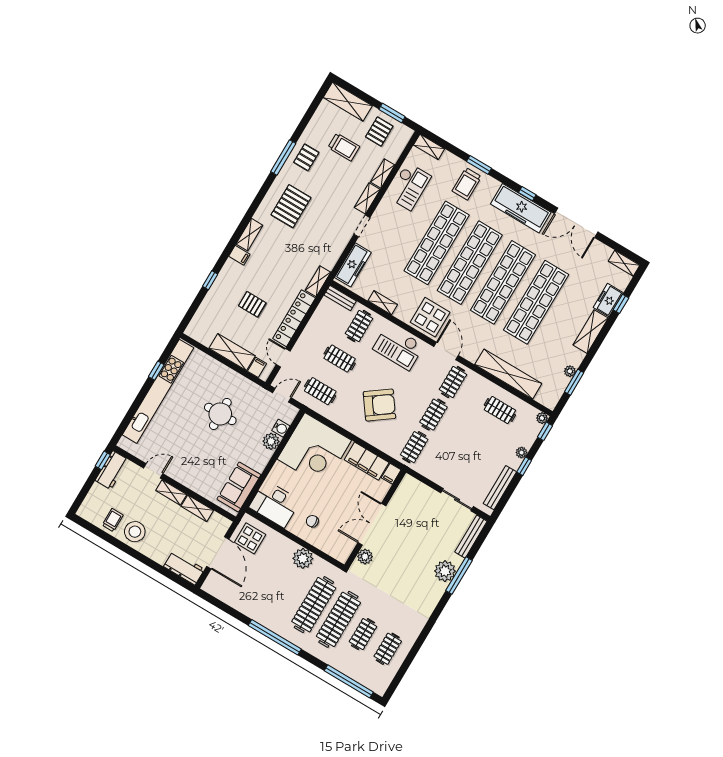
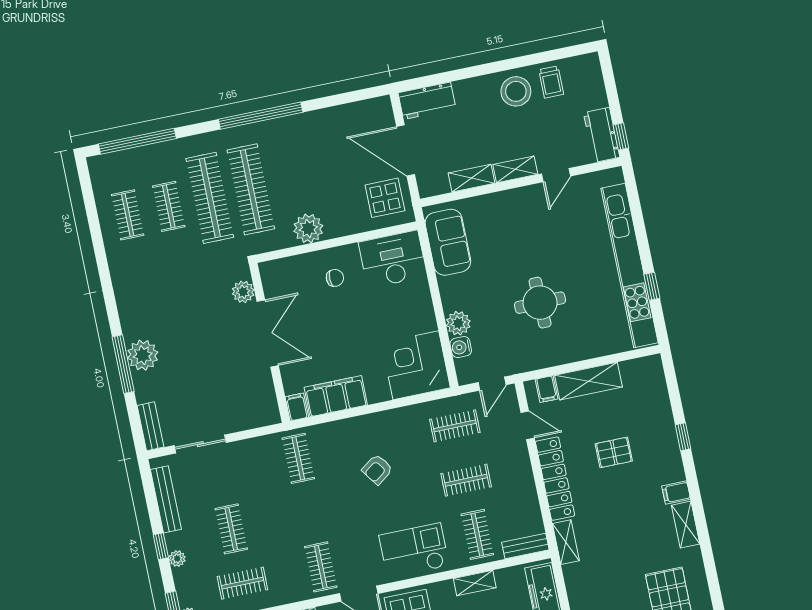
armchair: (379, 405) -> (377, 469), width x0.53, depth x0.53
clothes rail: (434, 415) -> (231, 529), moved
corner desk: (314, 450) -> (416, 365), width x0.74, depth x0.74
bench: (471, 537) -> (150, 426), width x0.73

